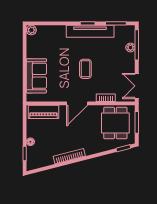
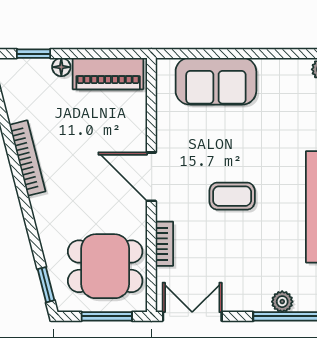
piano: (43, 112) -> (108, 74), moved, turned -90

